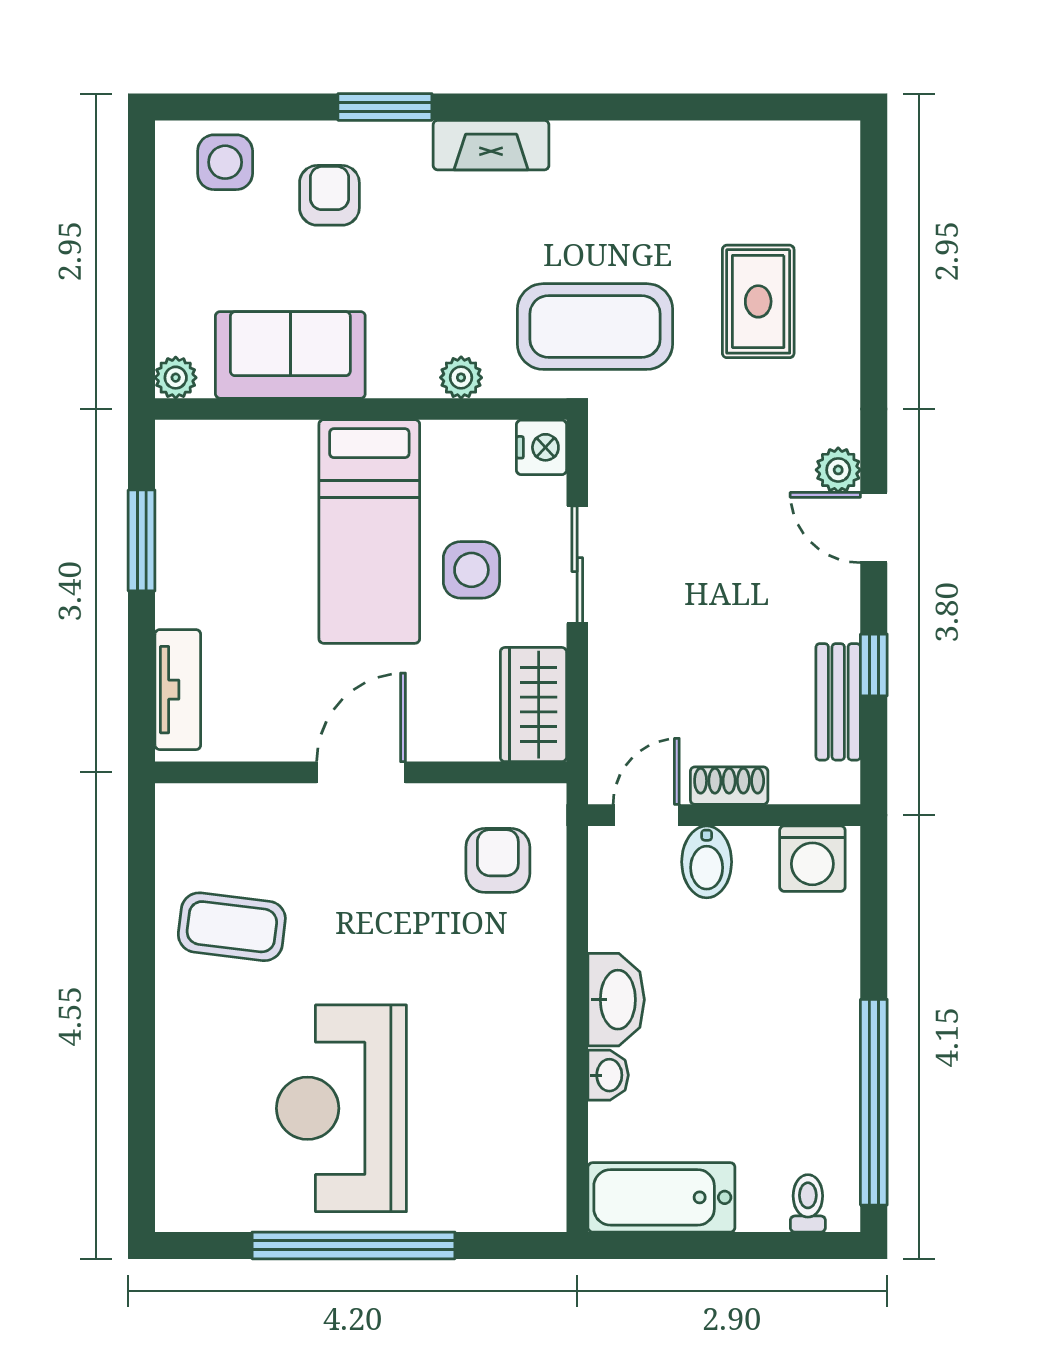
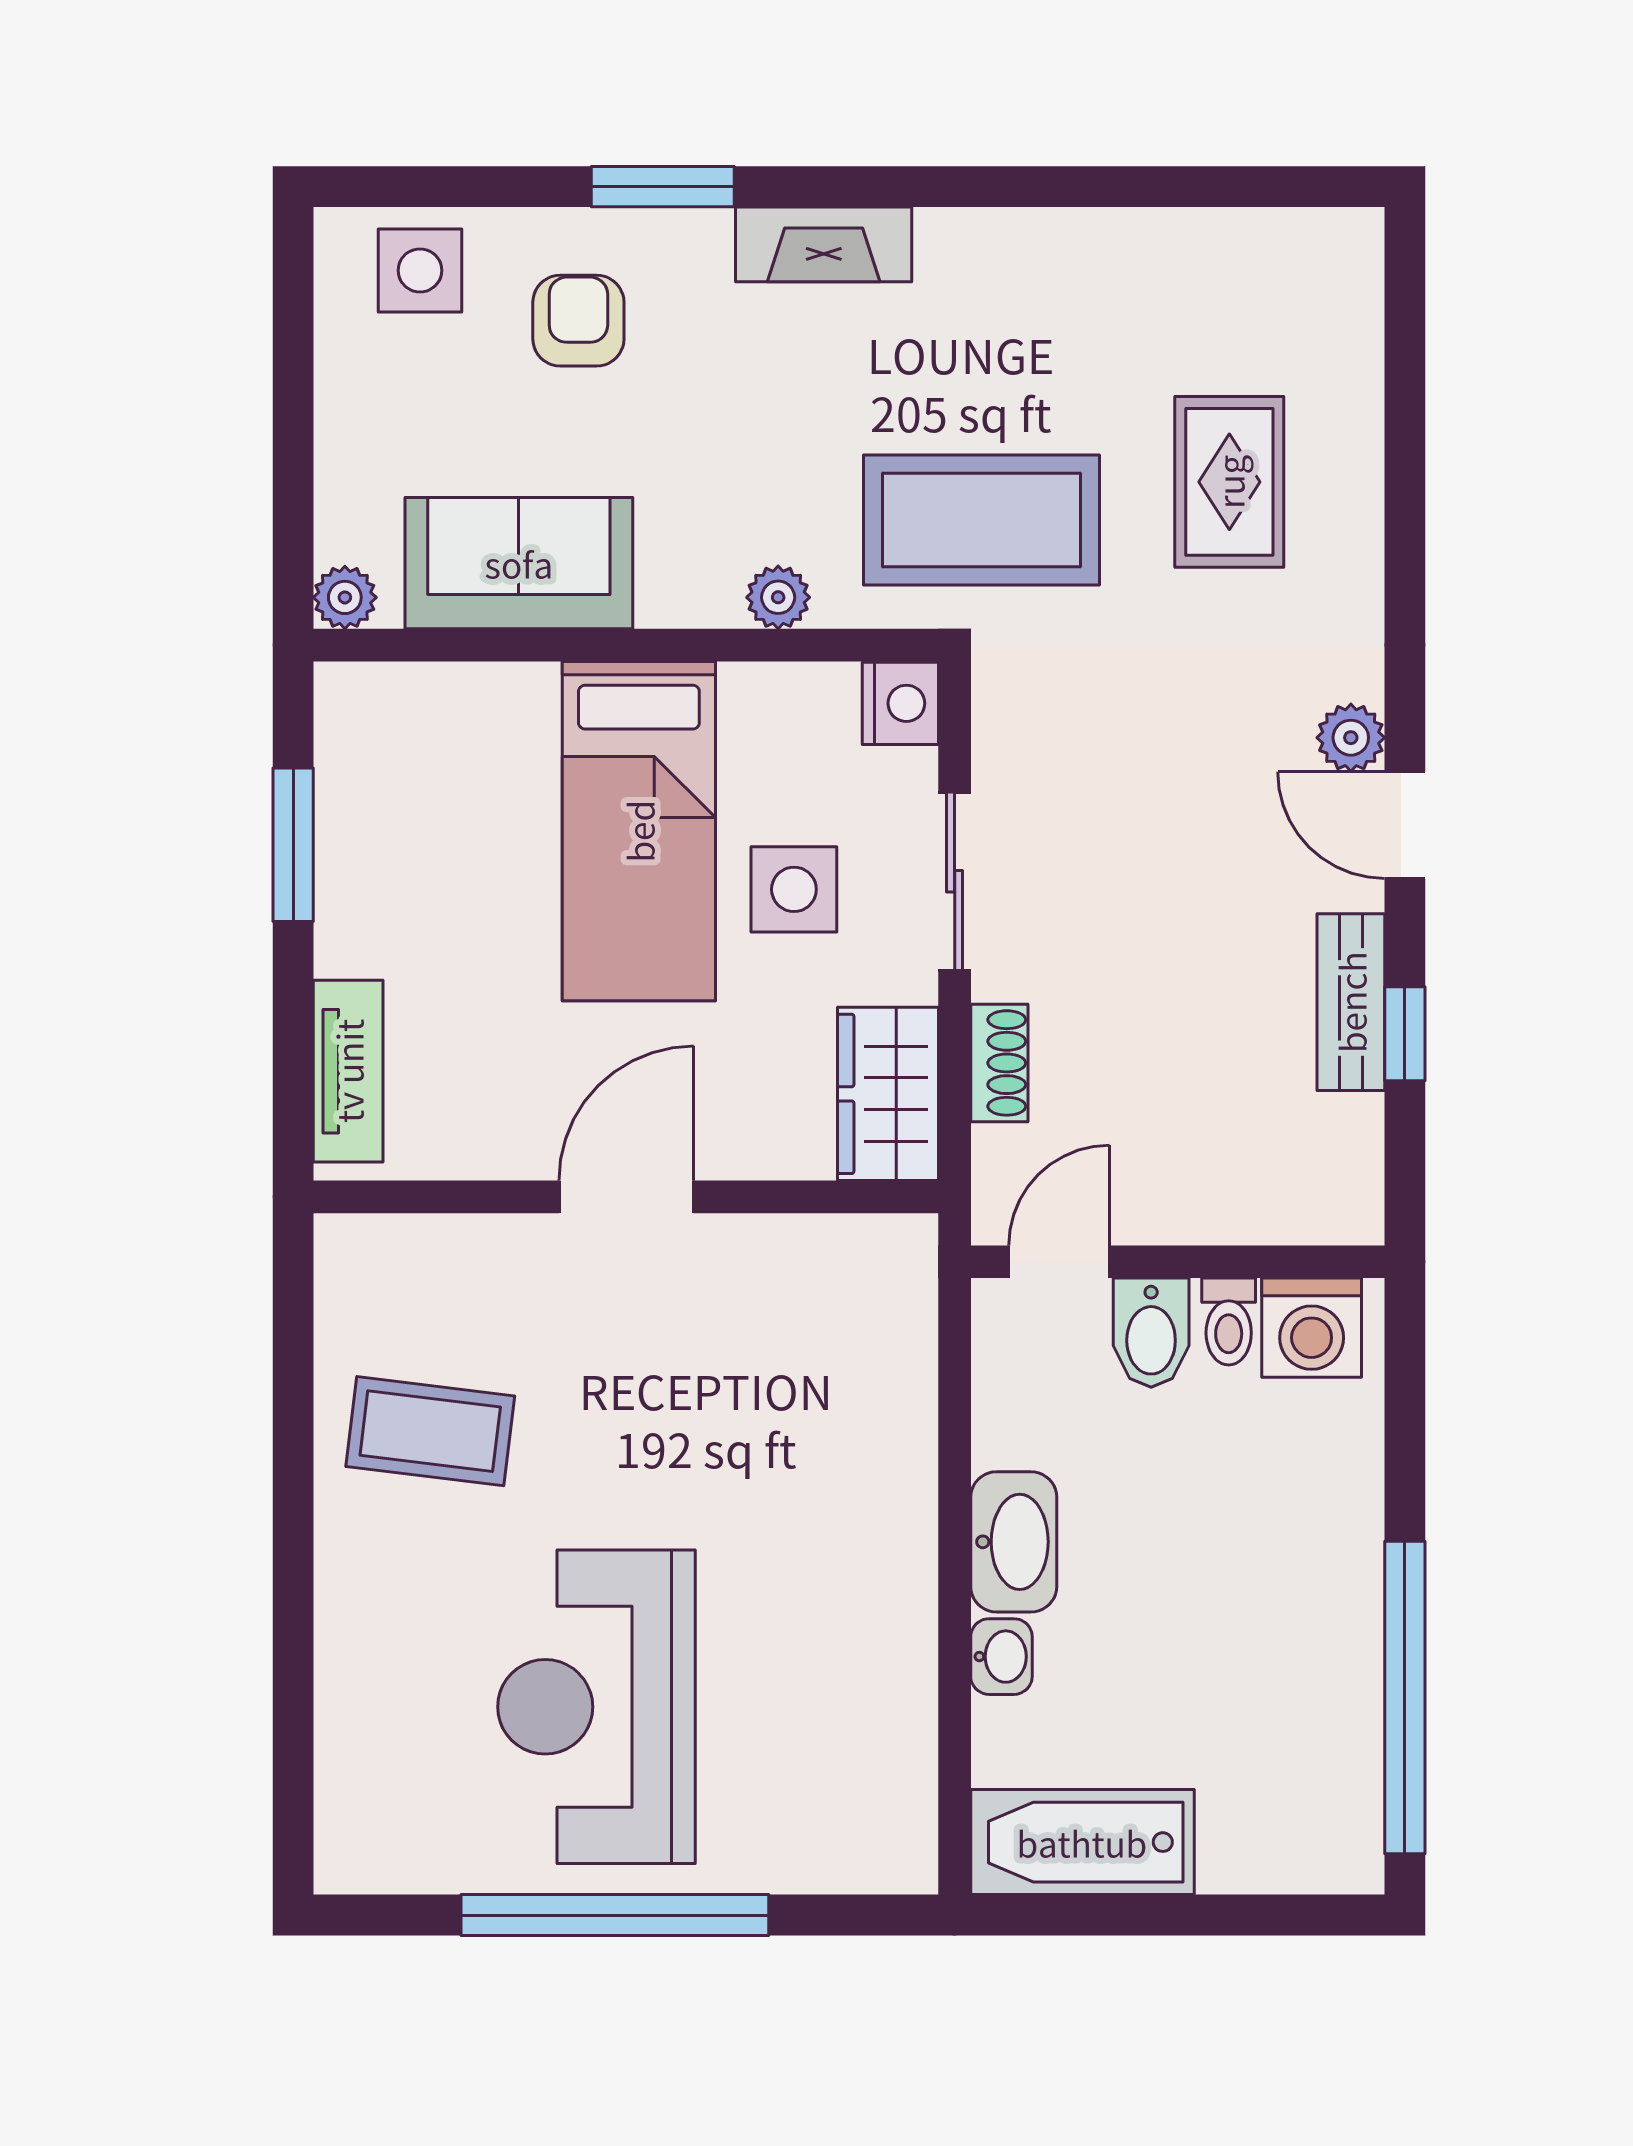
bench: (838, 702) -> (1351, 1002), moved
shoe rack: (729, 786) -> (999, 1063), moved, turned 90
armchair: (498, 860) -> (834, 1330), removed
toilet: (808, 1203) -> (1229, 1322), moved, turned 180

